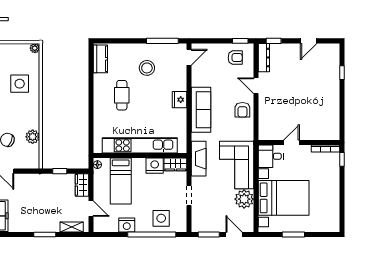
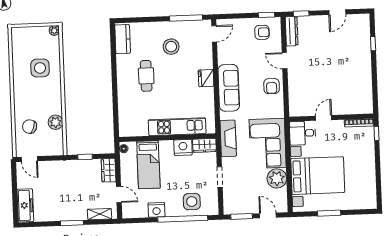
kitchen unit: (140, 145) -> (177, 127), width x0.73

